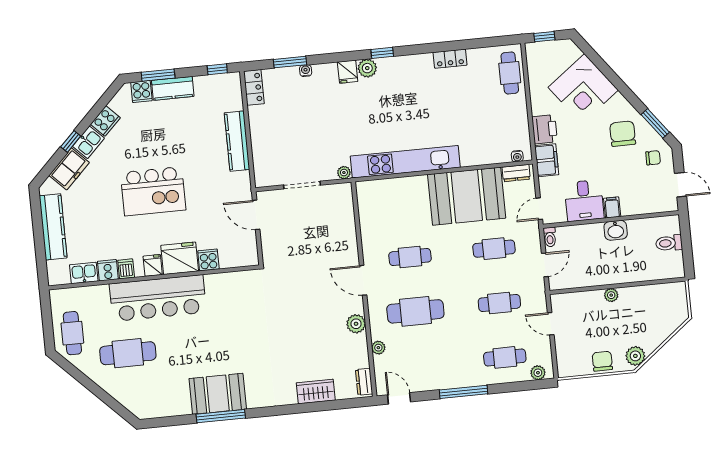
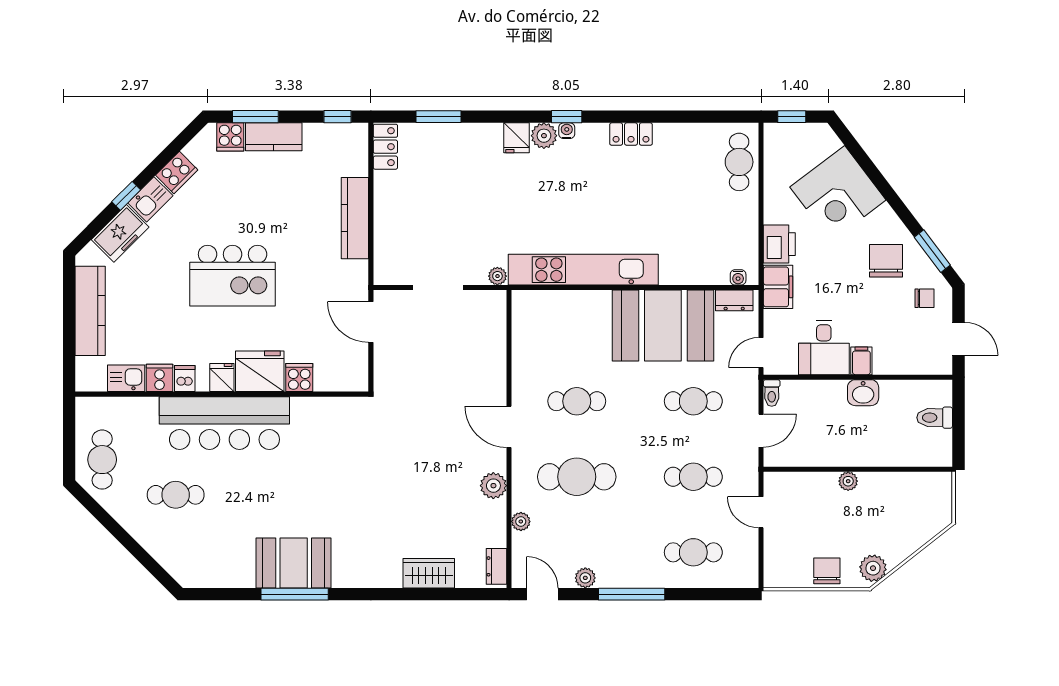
locker: (450, 59) -> (631, 134), moved
water cooler: (306, 71) -> (567, 131), moved
cafe table: (128, 353) -> (176, 495), width x0.73, depth x0.74
plant: (538, 373) -> (585, 578), moved

